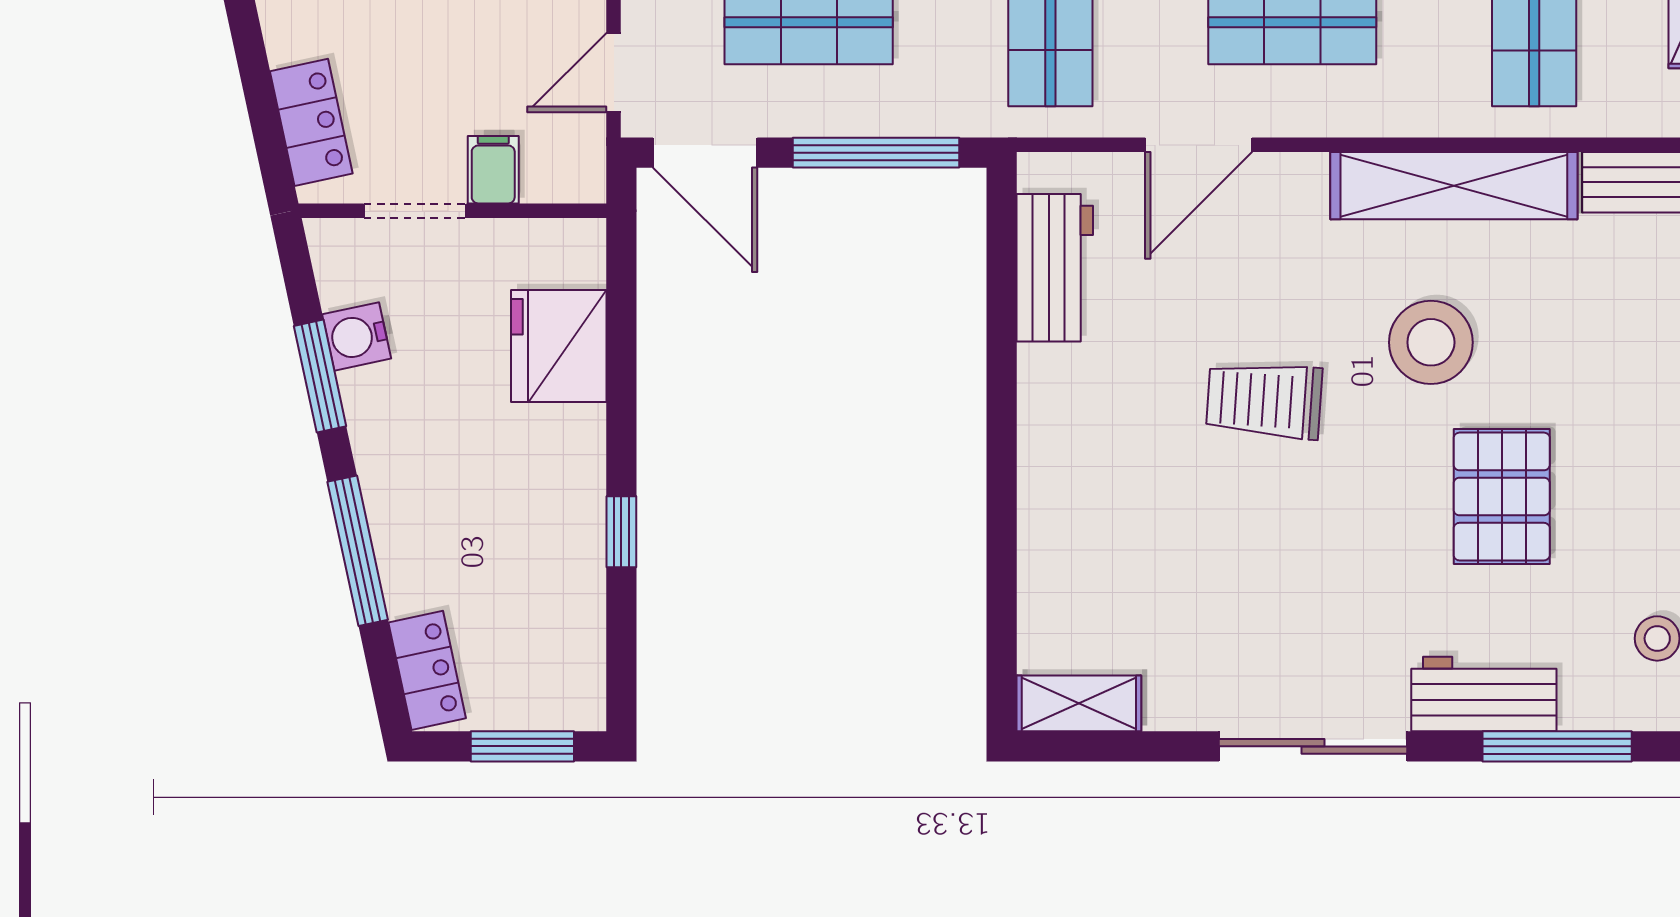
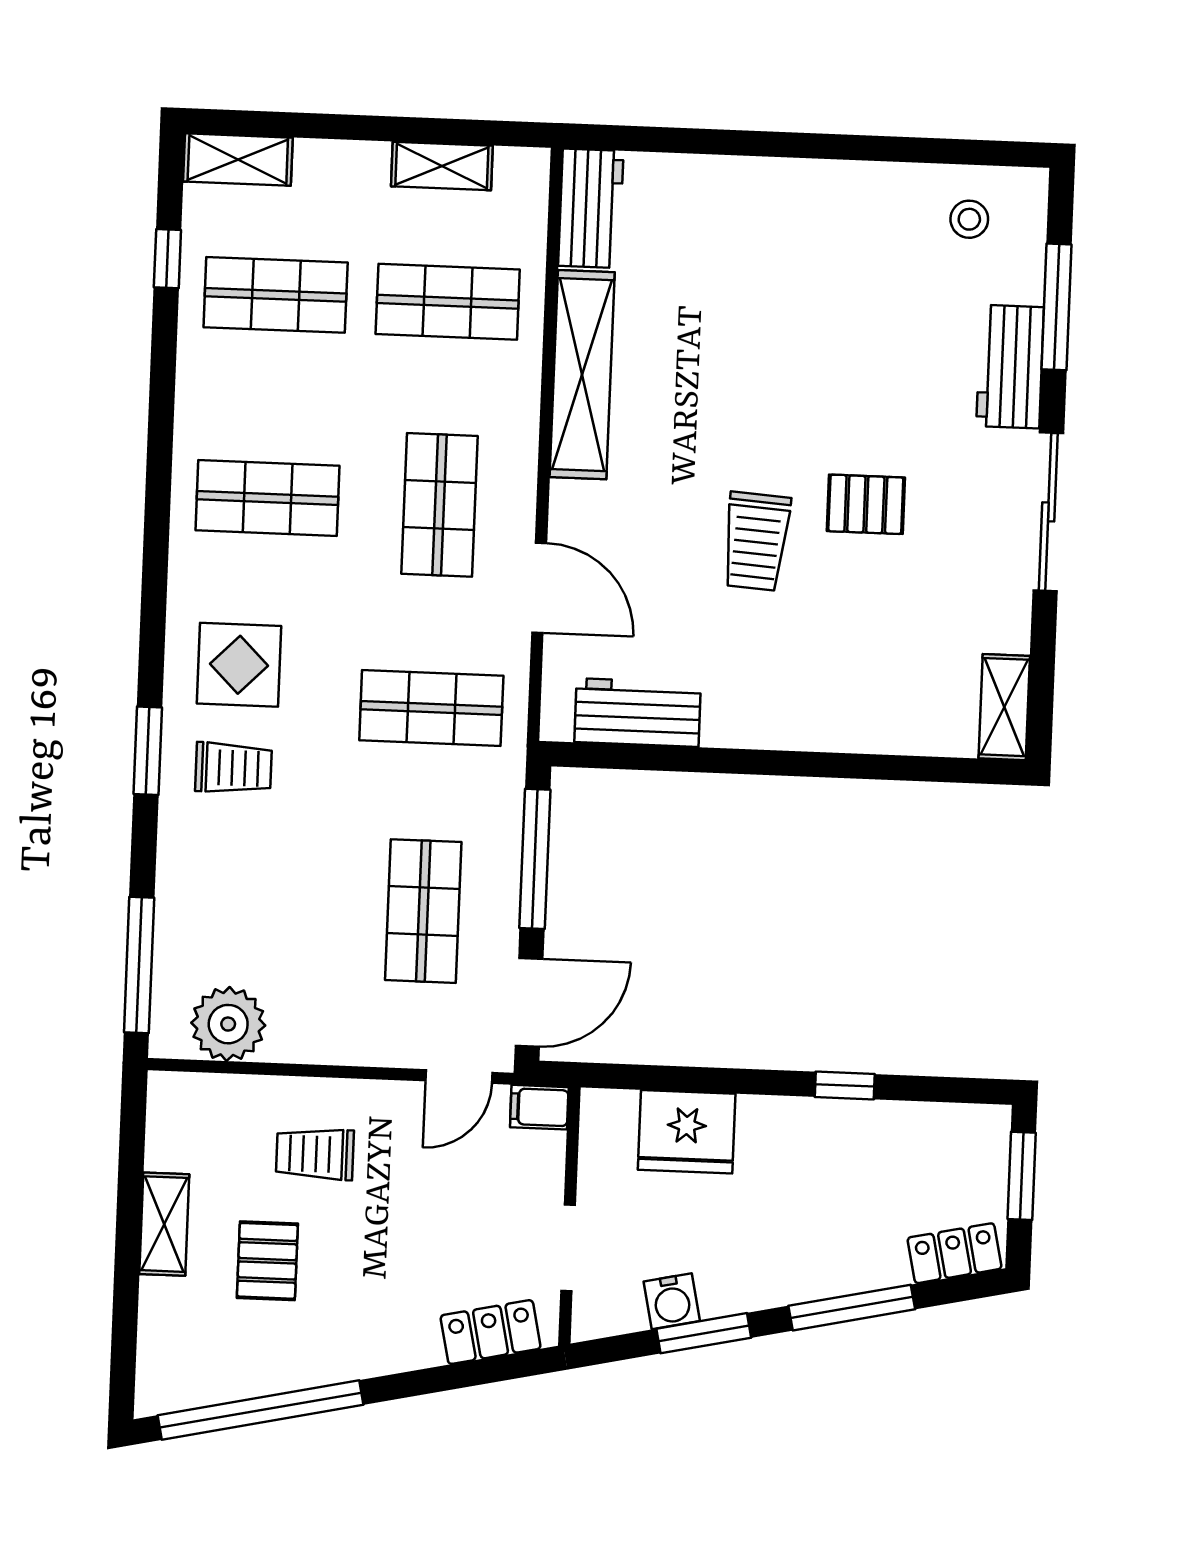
door: (614, 73) -> (459, 1077), hinge flipped
filing cabinet: (493, 170) -> (539, 1107), moved
stool: (1431, 342) -> (713, 399), removed
pallet: (1502, 497) -> (866, 504), moved, width x0.67, depth x0.71

